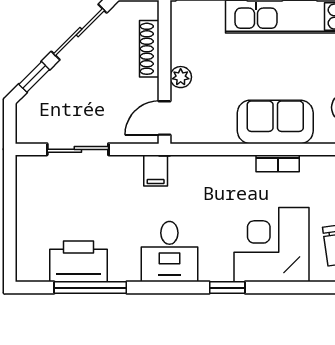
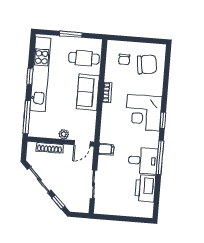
door: (165, 118) -> (82, 143), hinge flipped
corner desk: (271, 245) -> (143, 113), moved
desk: (169, 252) -> (143, 161), moved
window: (90, 288) -> (160, 157), moved

